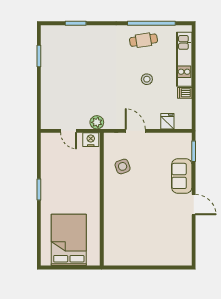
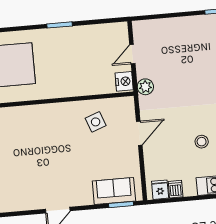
dishwasher: (185, 93) -> (176, 189), moved
fridge: (167, 121) -> (160, 190), moved, turned -90
sofa: (182, 176) -> (114, 191), moved

